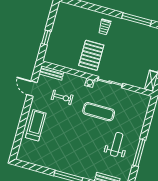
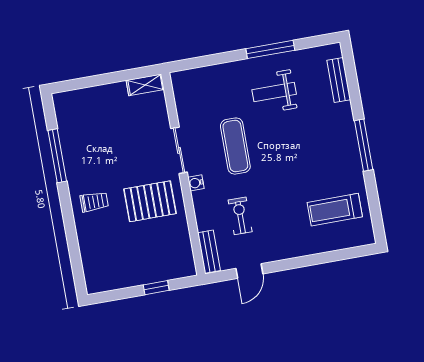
treadmill: (36, 125) -> (335, 210), moved

